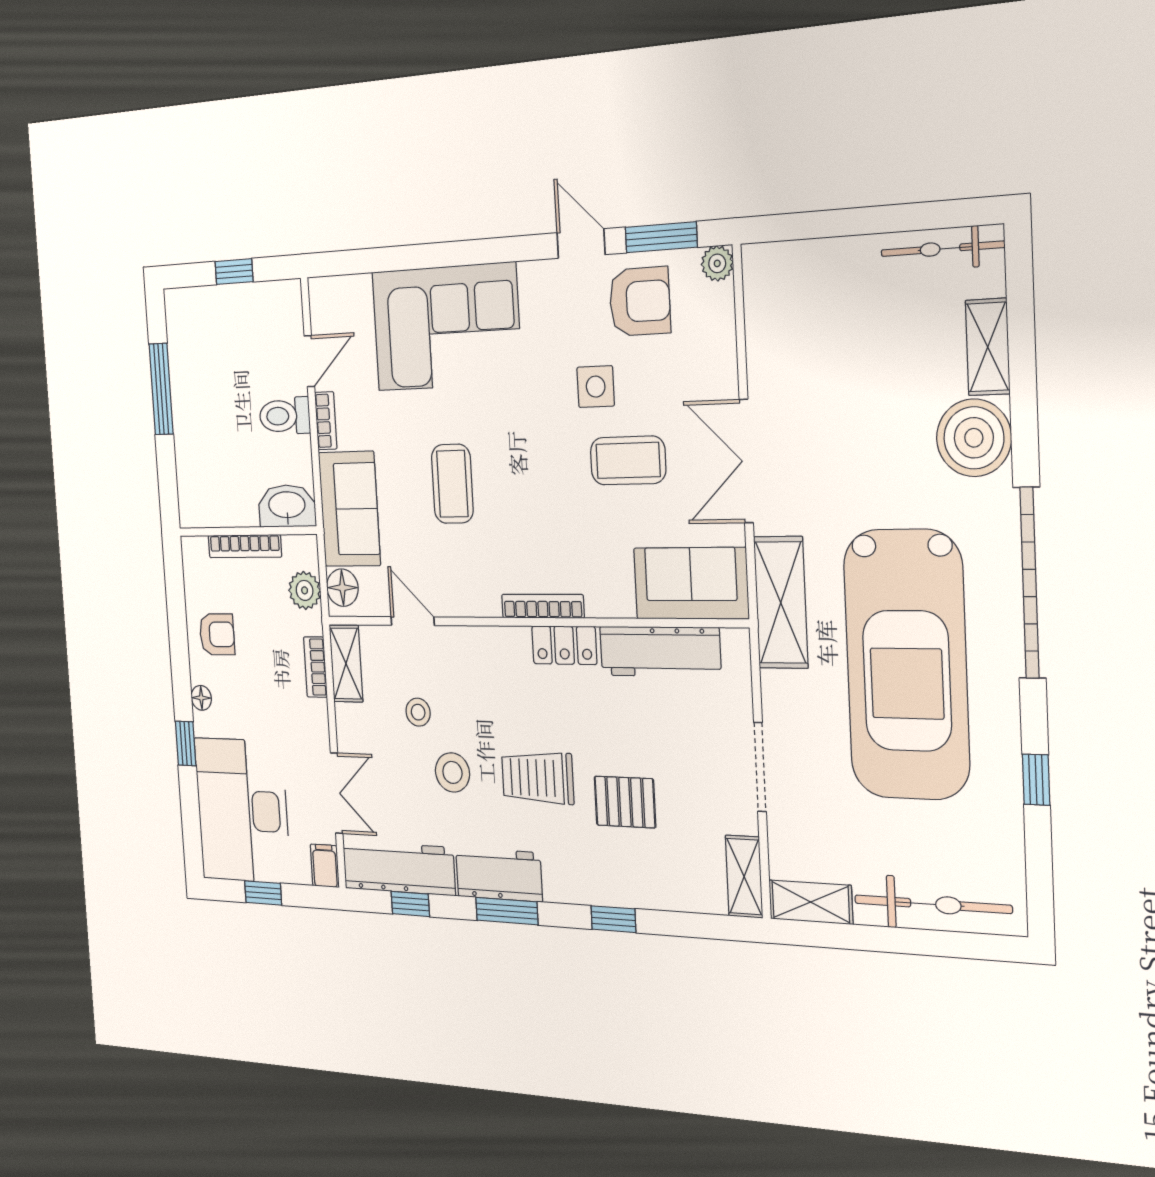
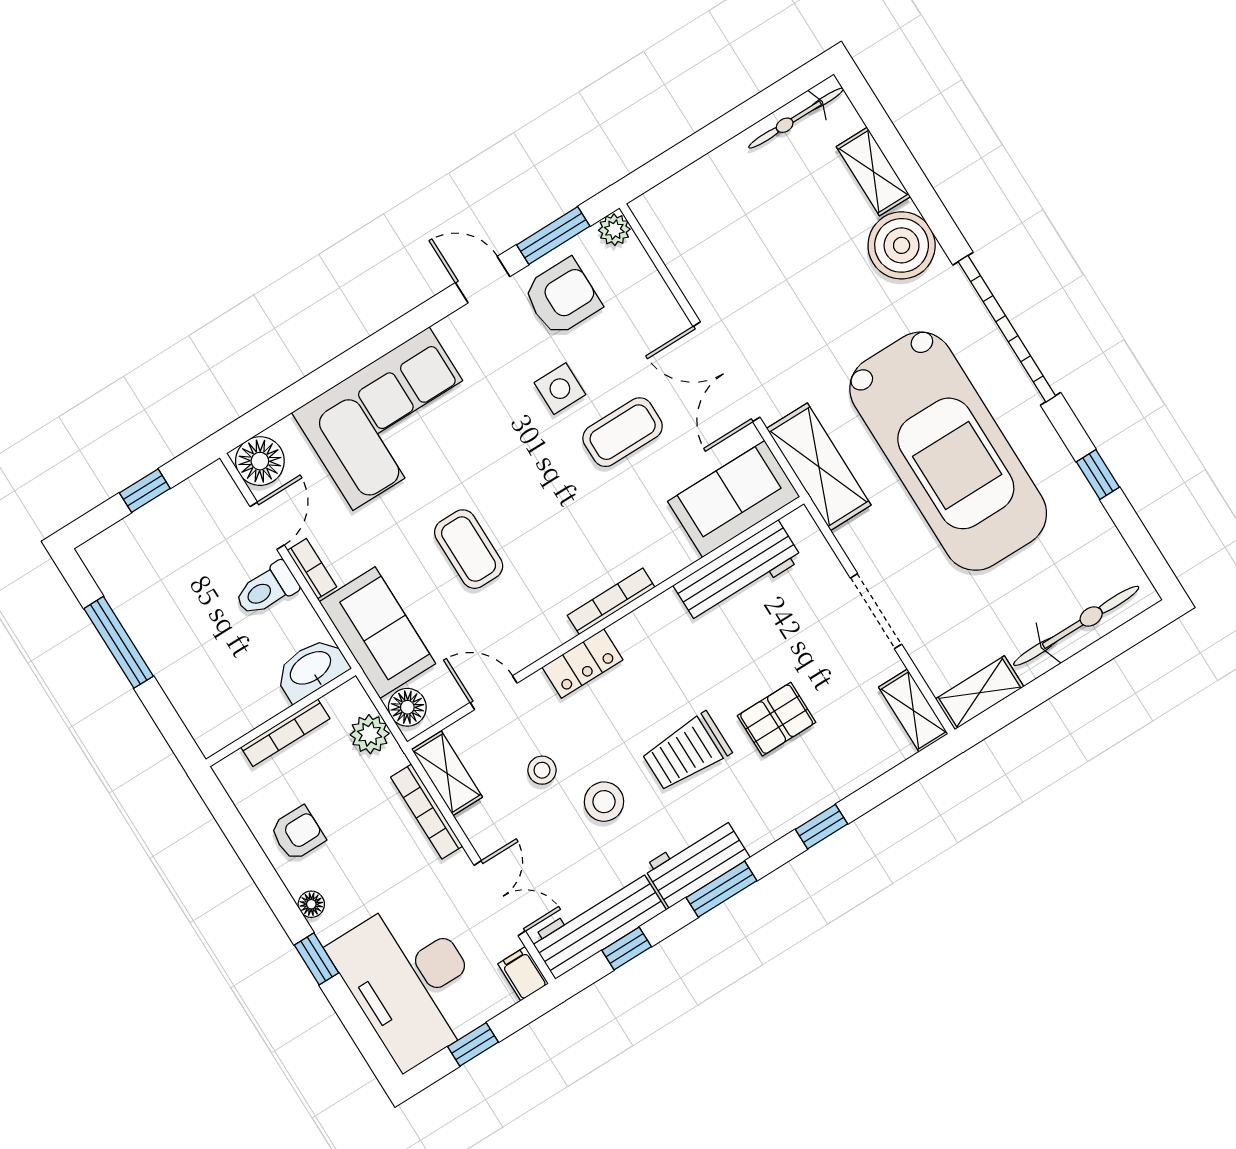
floor lamp: (329, 300) -> (260, 461), added
locker: (564, 645) -> (582, 664), moved
bookcase: (315, 667) -> (427, 812), width x1.56

